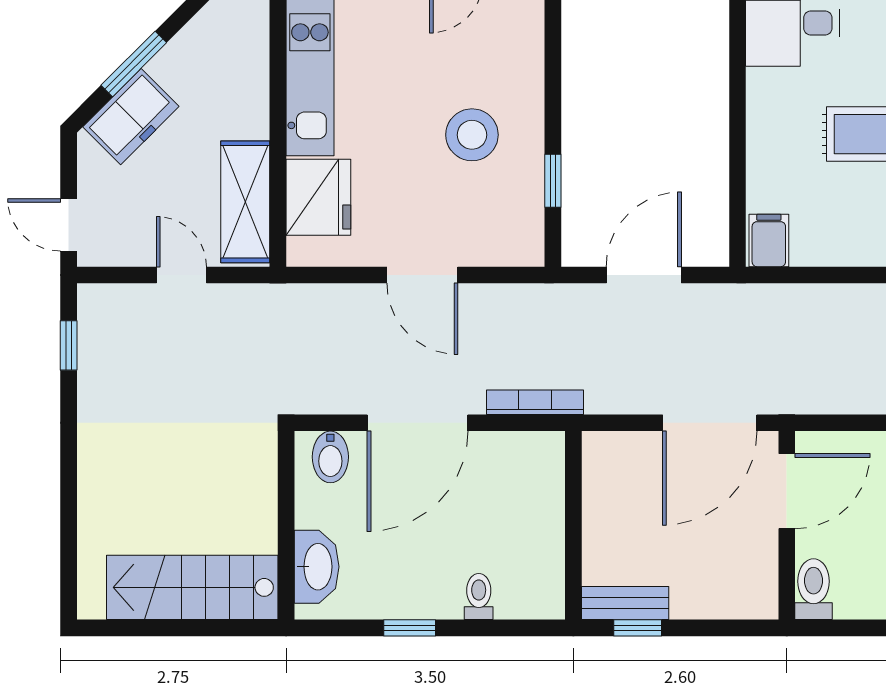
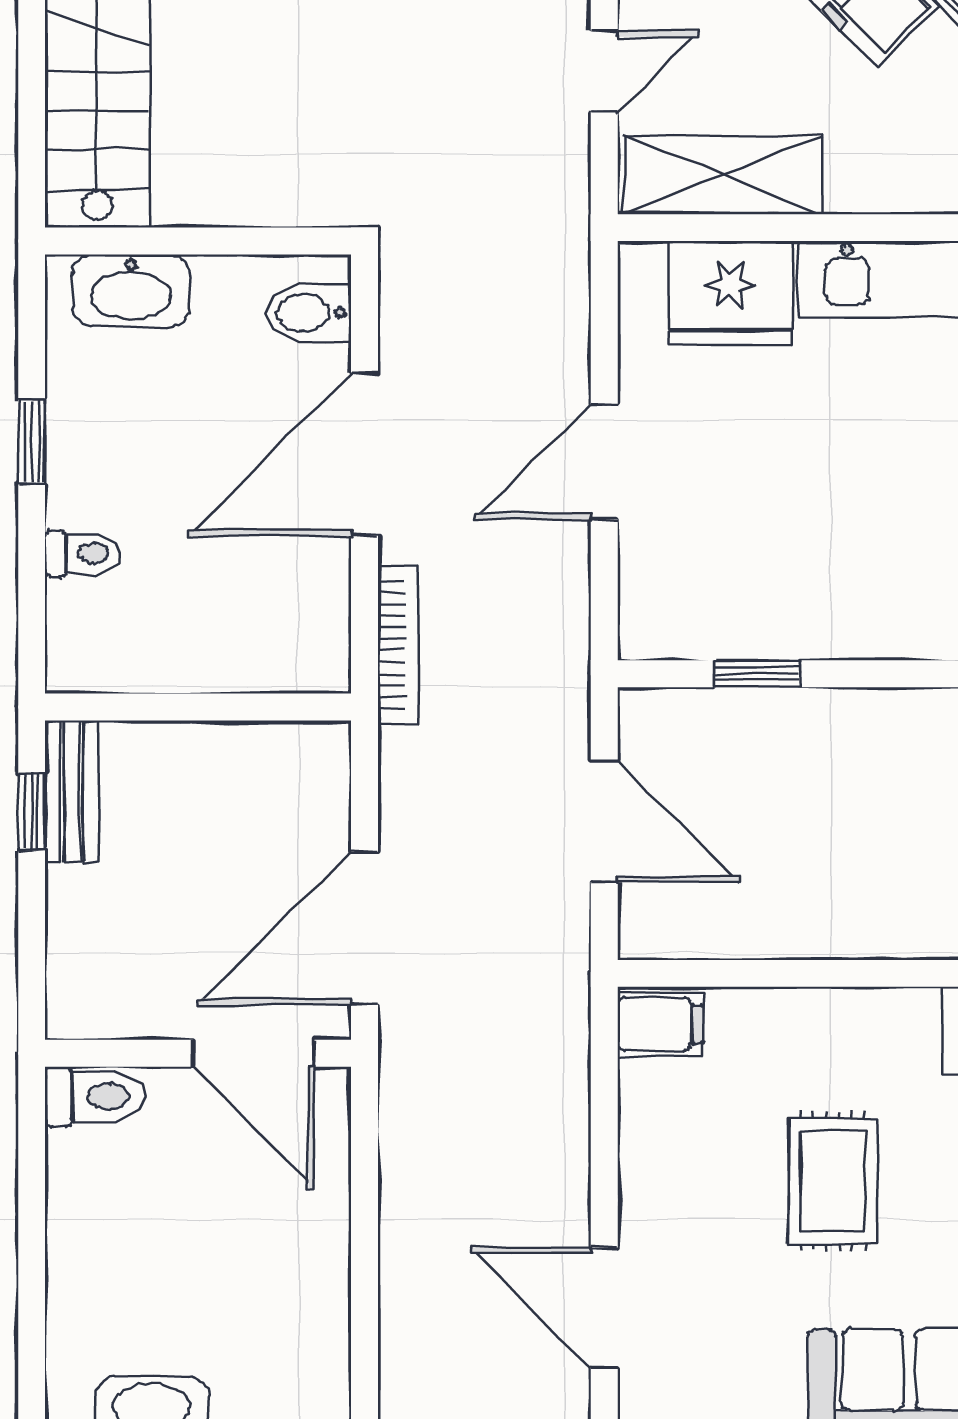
stool: (472, 135) -> (832, 543), removed
door: (417, 423) -> (365, 454), hinge flipped
door: (710, 423) -> (365, 928), hinge flipped

